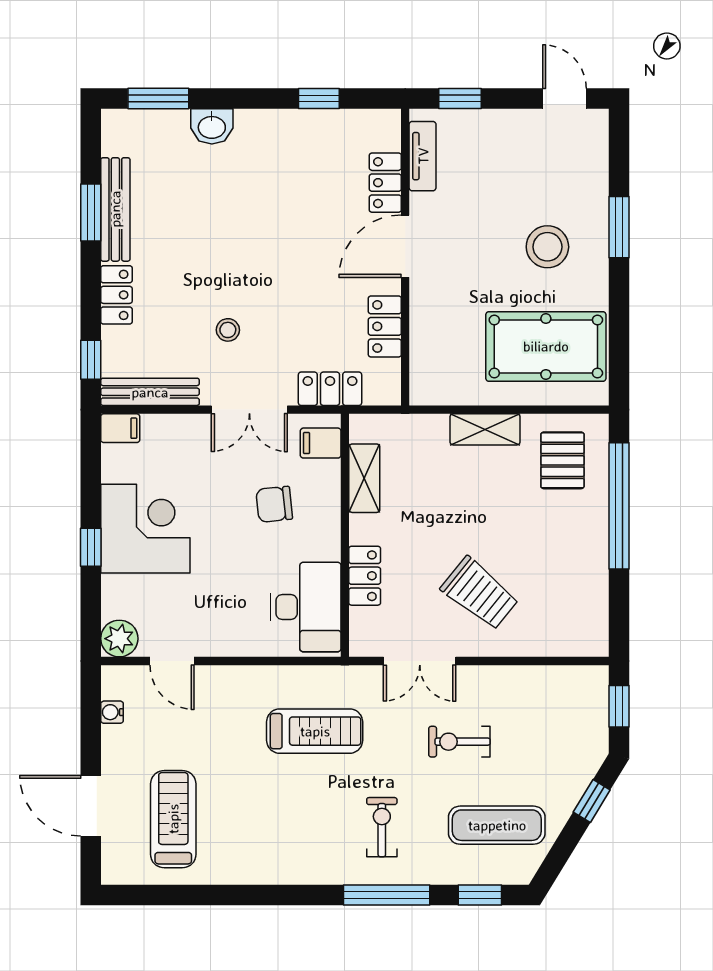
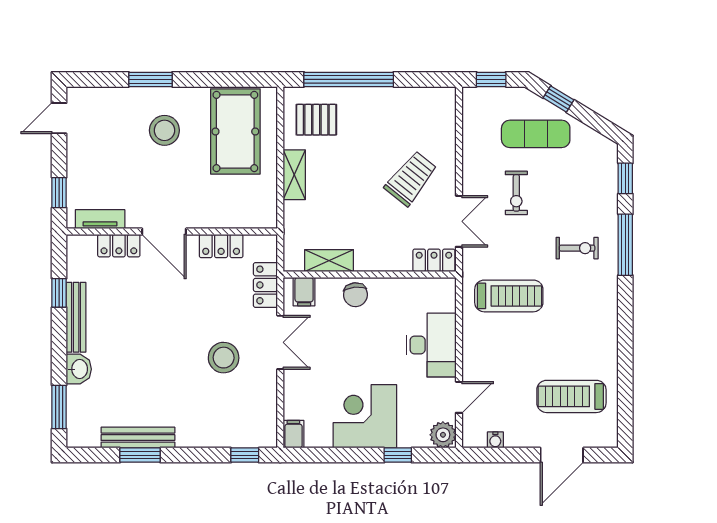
locker: (116, 295) -> (199, 437), removed
stool: (228, 330) -> (224, 358), width x1.89, depth x1.89
bench: (150, 392) -> (76, 317), moved
chair: (274, 504) -> (355, 295), moved
window: (91, 547) -> (398, 455), moved
locker: (365, 576) -> (434, 260), moved
desk: (306, 607) -> (431, 345), moved, turned 90
treadmill: (315, 731) -> (509, 296), turned 90
exercise mat: (497, 825) -> (536, 134), moved, turned 90
exercise bike: (382, 827) -> (577, 248), turned 180

